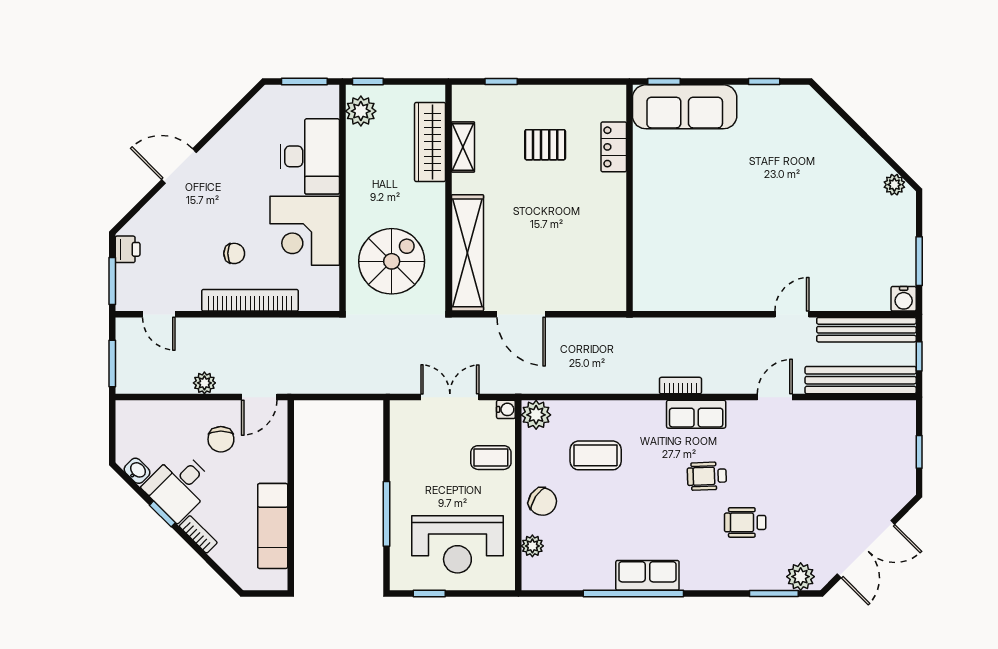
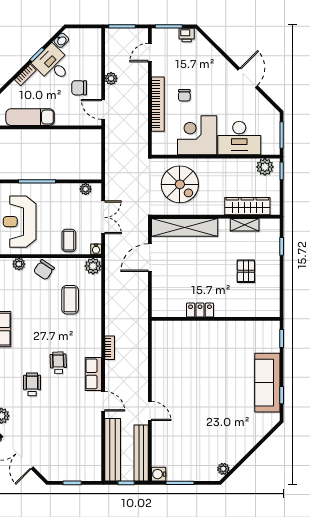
sofa: (685, 107) -> (267, 383), moved
locker: (614, 147) -> (200, 310), moved
door: (179, 166) -> (248, 78), moved
row of seats: (696, 414) -> (93, 374), moved
plant: (400, 428) -> (86, 189), added

